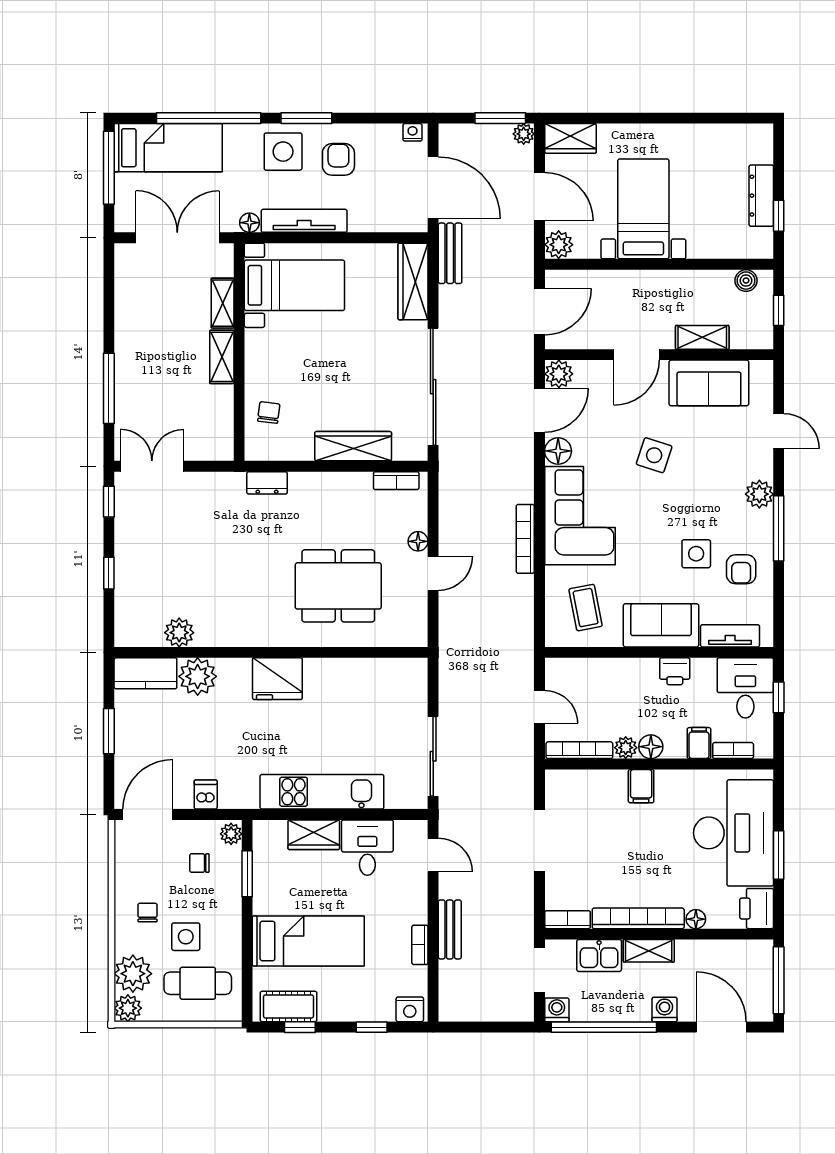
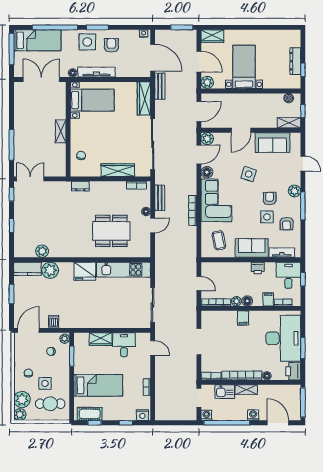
plant: (524, 134) -> (192, 34), removed
shelving: (223, 303) -> (61, 108), removed
shelving: (702, 337) -> (289, 123), moved
armchair: (702, 512) -> (270, 199), added
kitchen unit: (322, 792) -> (123, 270), moved, turned 180
bench: (450, 929) -> (160, 198), moved

